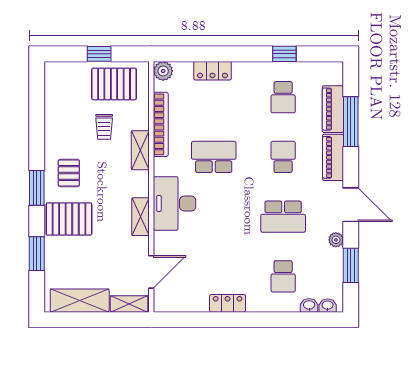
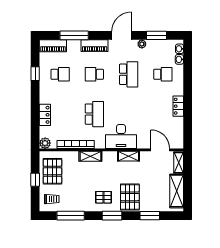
piano: (333, 109) -> (53, 46), moved
window: (37, 116) -> (71, 216), added
trolley: (104, 127) -> (52, 199), moved
school desk: (214, 157) -> (94, 114), turned 180

